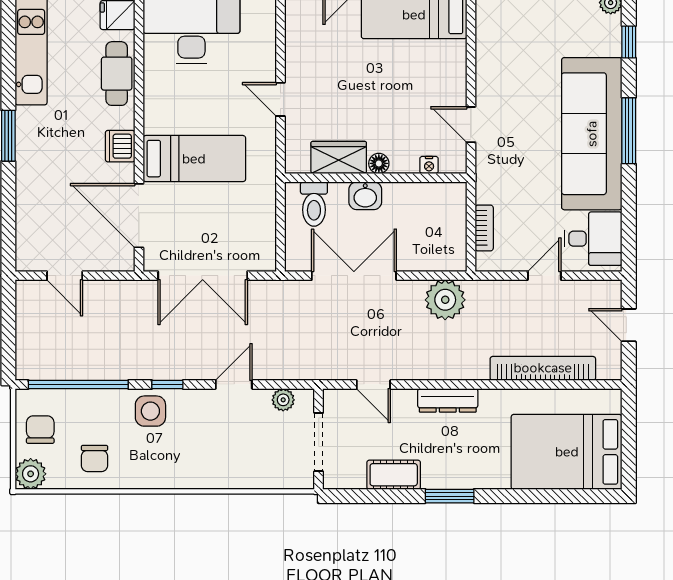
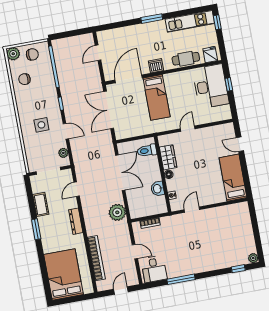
window: (629, 131) -> (181, 279), moved
sofa: (592, 134) -> (197, 260), removed
washbasin: (365, 196) -> (158, 189), moved
side table: (150, 411) -> (41, 125), moved

